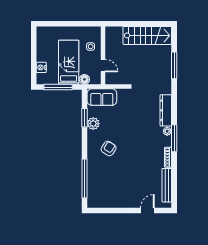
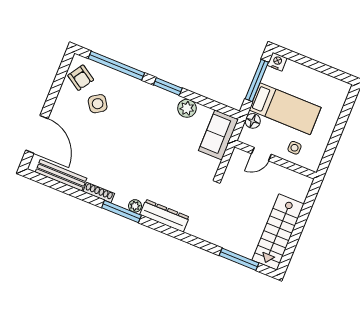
window: (174, 65) -> (239, 259), moved
nightstand: (41, 67) -> (277, 62), moved
window: (84, 118) -> (168, 86), moved
armchair: (109, 148) -> (81, 78), moved
side table: (113, 180) -> (98, 104), added
door: (147, 211) -> (37, 134), width x1.87

